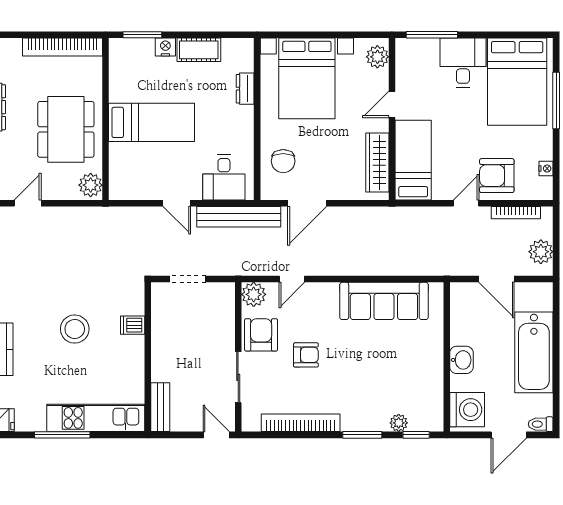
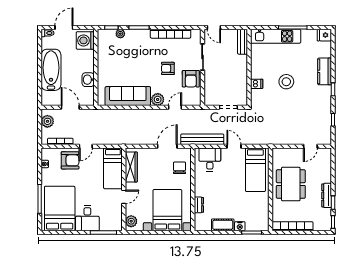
bed: (152, 122) -> (255, 170), moved, turned -90
plant: (91, 185) -> (278, 156), removed
plant: (254, 294) -> (158, 99), moved
washbasin: (461, 360) -> (88, 80), moved

